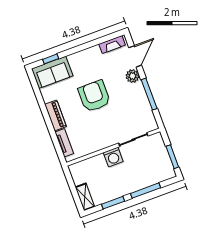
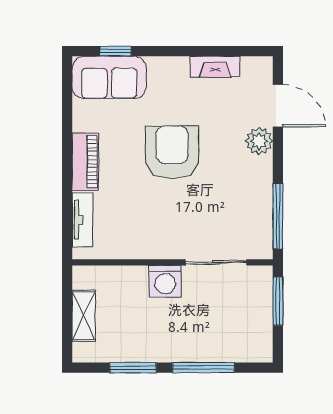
fireplace: (112, 45) -> (215, 67), moved
door: (135, 56) -> (278, 106), hinge flipped
window: (149, 94) -> (278, 216), moved
window: (172, 157) -> (278, 301), moved
shelving: (85, 197) -> (84, 316), moved

